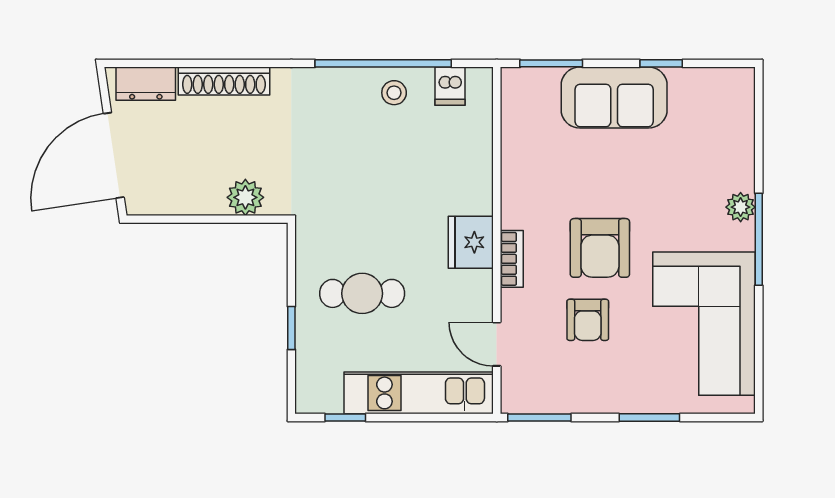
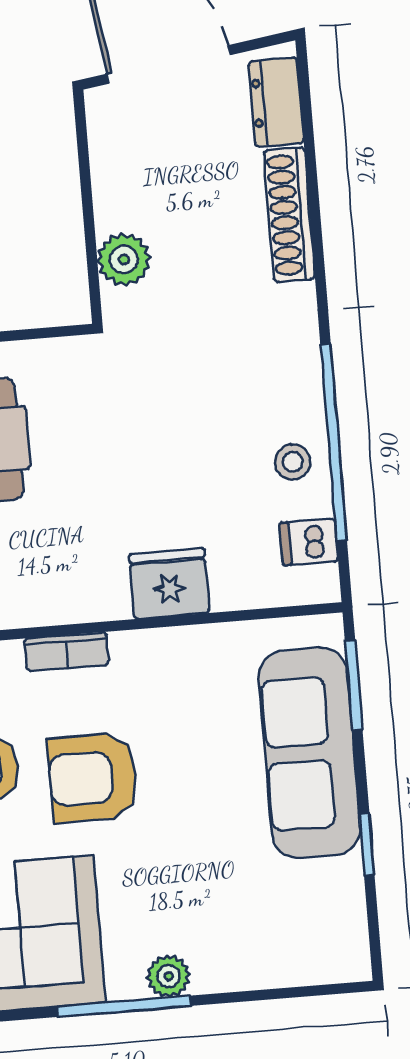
sofa: (614, 97) -> (310, 753), width x1.36
fridge: (471, 242) -> (169, 584), moved

